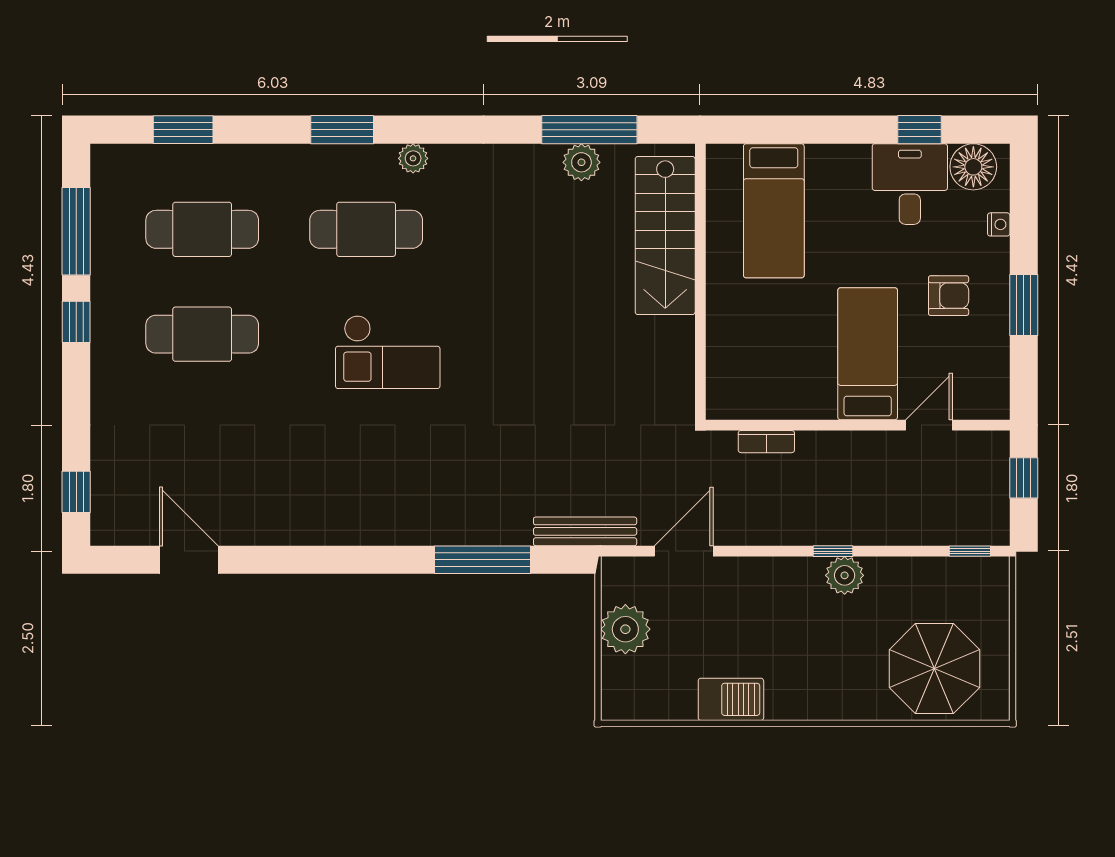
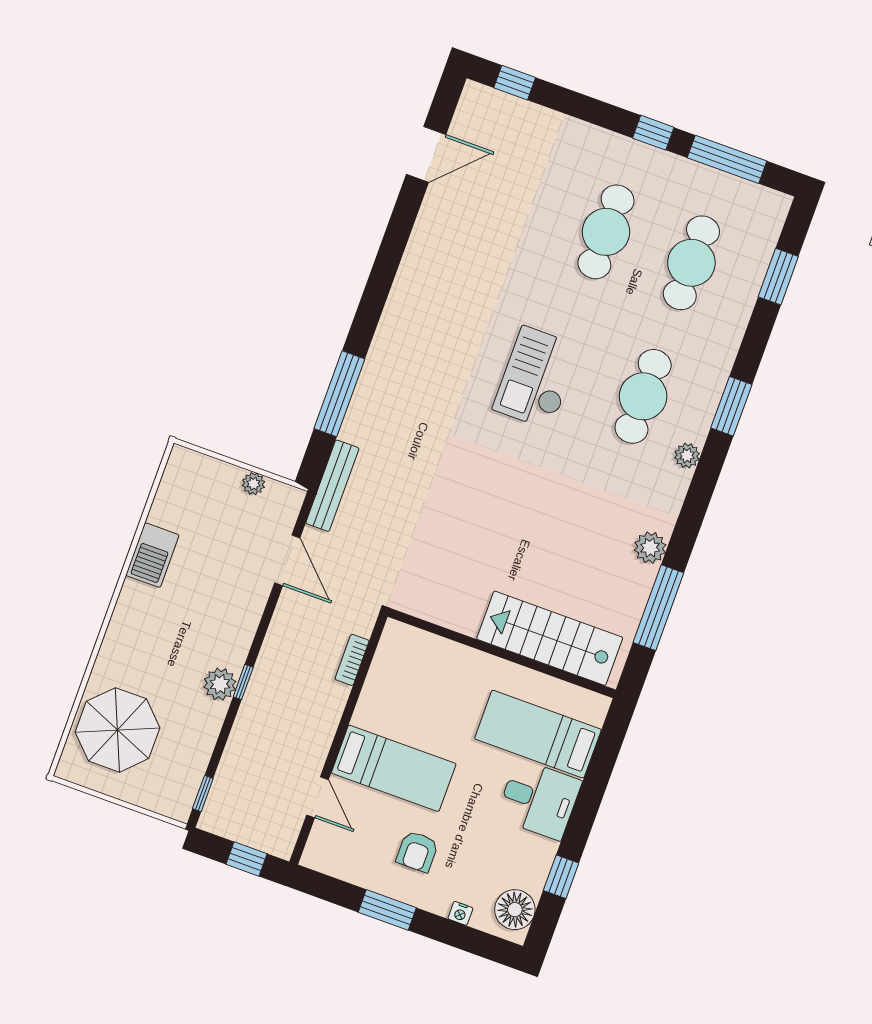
plant: (581, 162) -> (650, 548), moved
desk: (910, 184) -> (539, 799), moved
plant: (625, 629) -> (254, 484), width x0.53, depth x0.53

